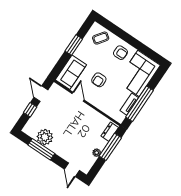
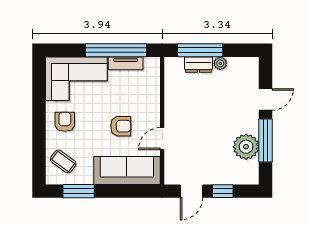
window: (74, 45) -> (79, 191), moved
sofa: (71, 72) -> (127, 170), width x1.36
dresser: (110, 132) -> (198, 65), moved
door: (72, 170) -> (266, 99), moved

